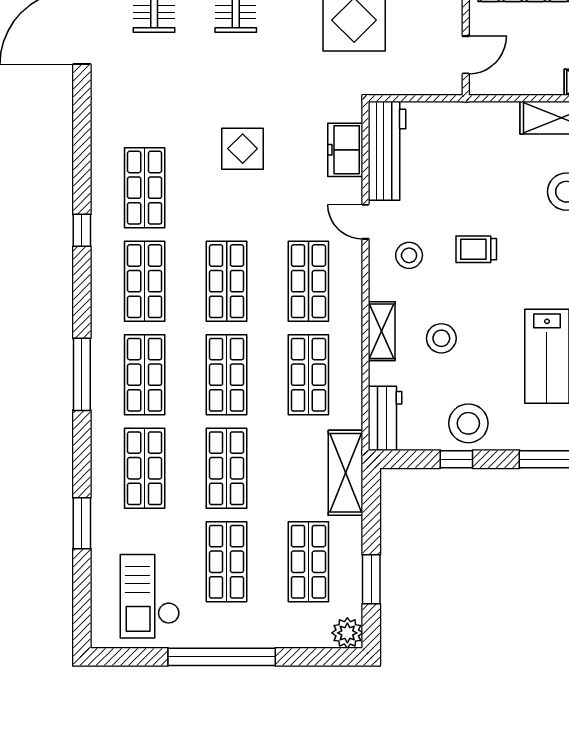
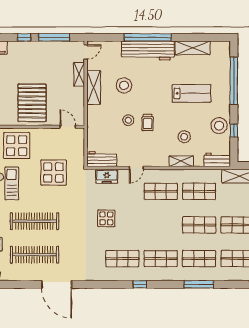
workbench: (387, 151) -> (102, 159), width x0.73
stool: (409, 255) -> (128, 120), moved
shop shelf: (227, 281) -> (161, 225), removed

